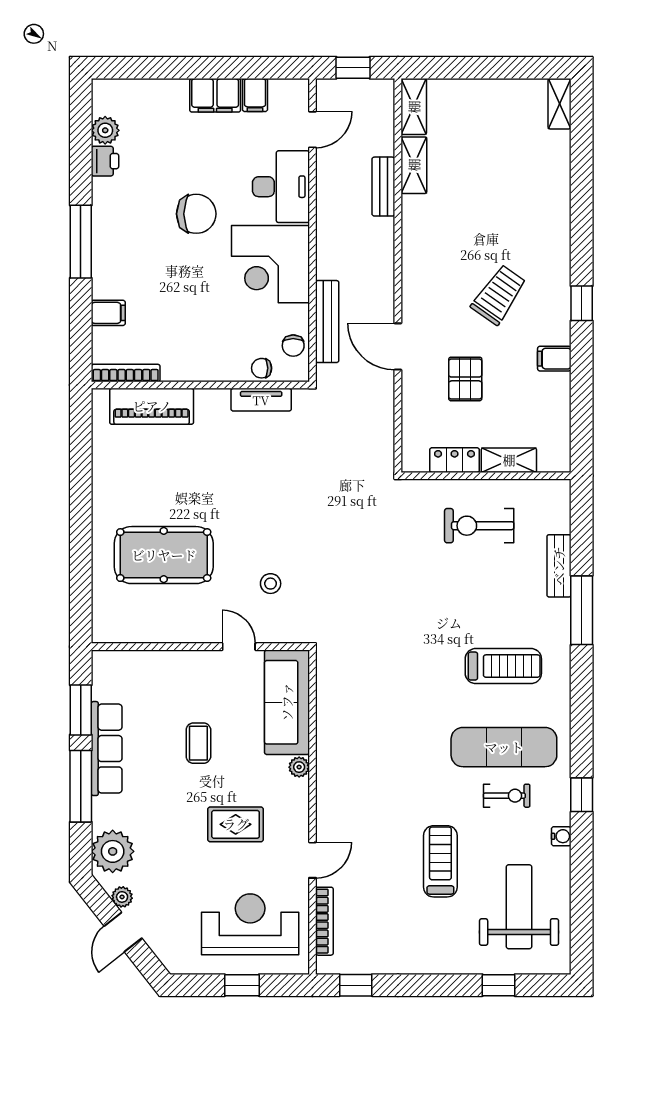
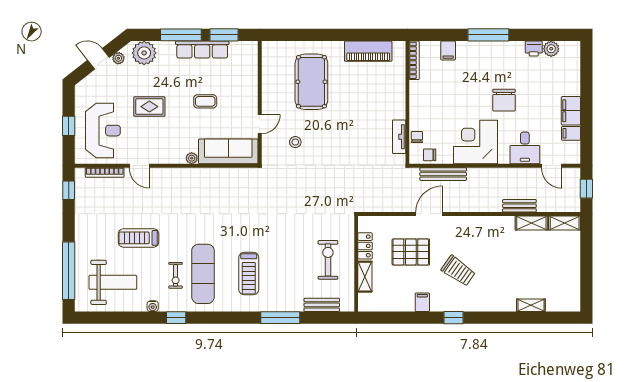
shelving: (560, 104) -> (531, 305), moved
desk: (281, 187) -> (525, 148), width x0.73
pallet: (465, 379) -> (411, 252), width x1.50, depth x1.42
piano: (152, 406) -> (368, 51), moved, turned -90
bench: (559, 566) -> (322, 305), moved
rug: (236, 824) -> (149, 107), moved, turned 90
treadmill: (440, 861) -> (139, 238), turned 180
window: (499, 985) -> (69, 271), width x3.17

